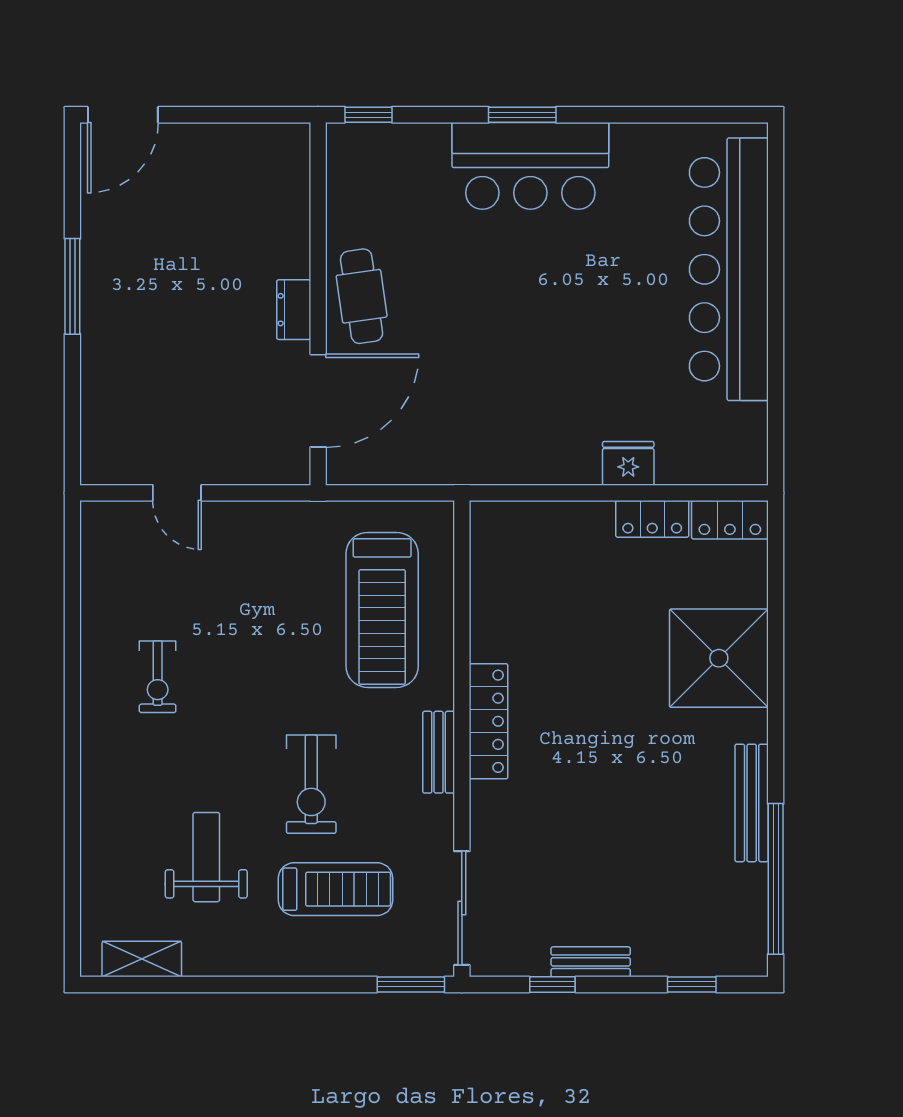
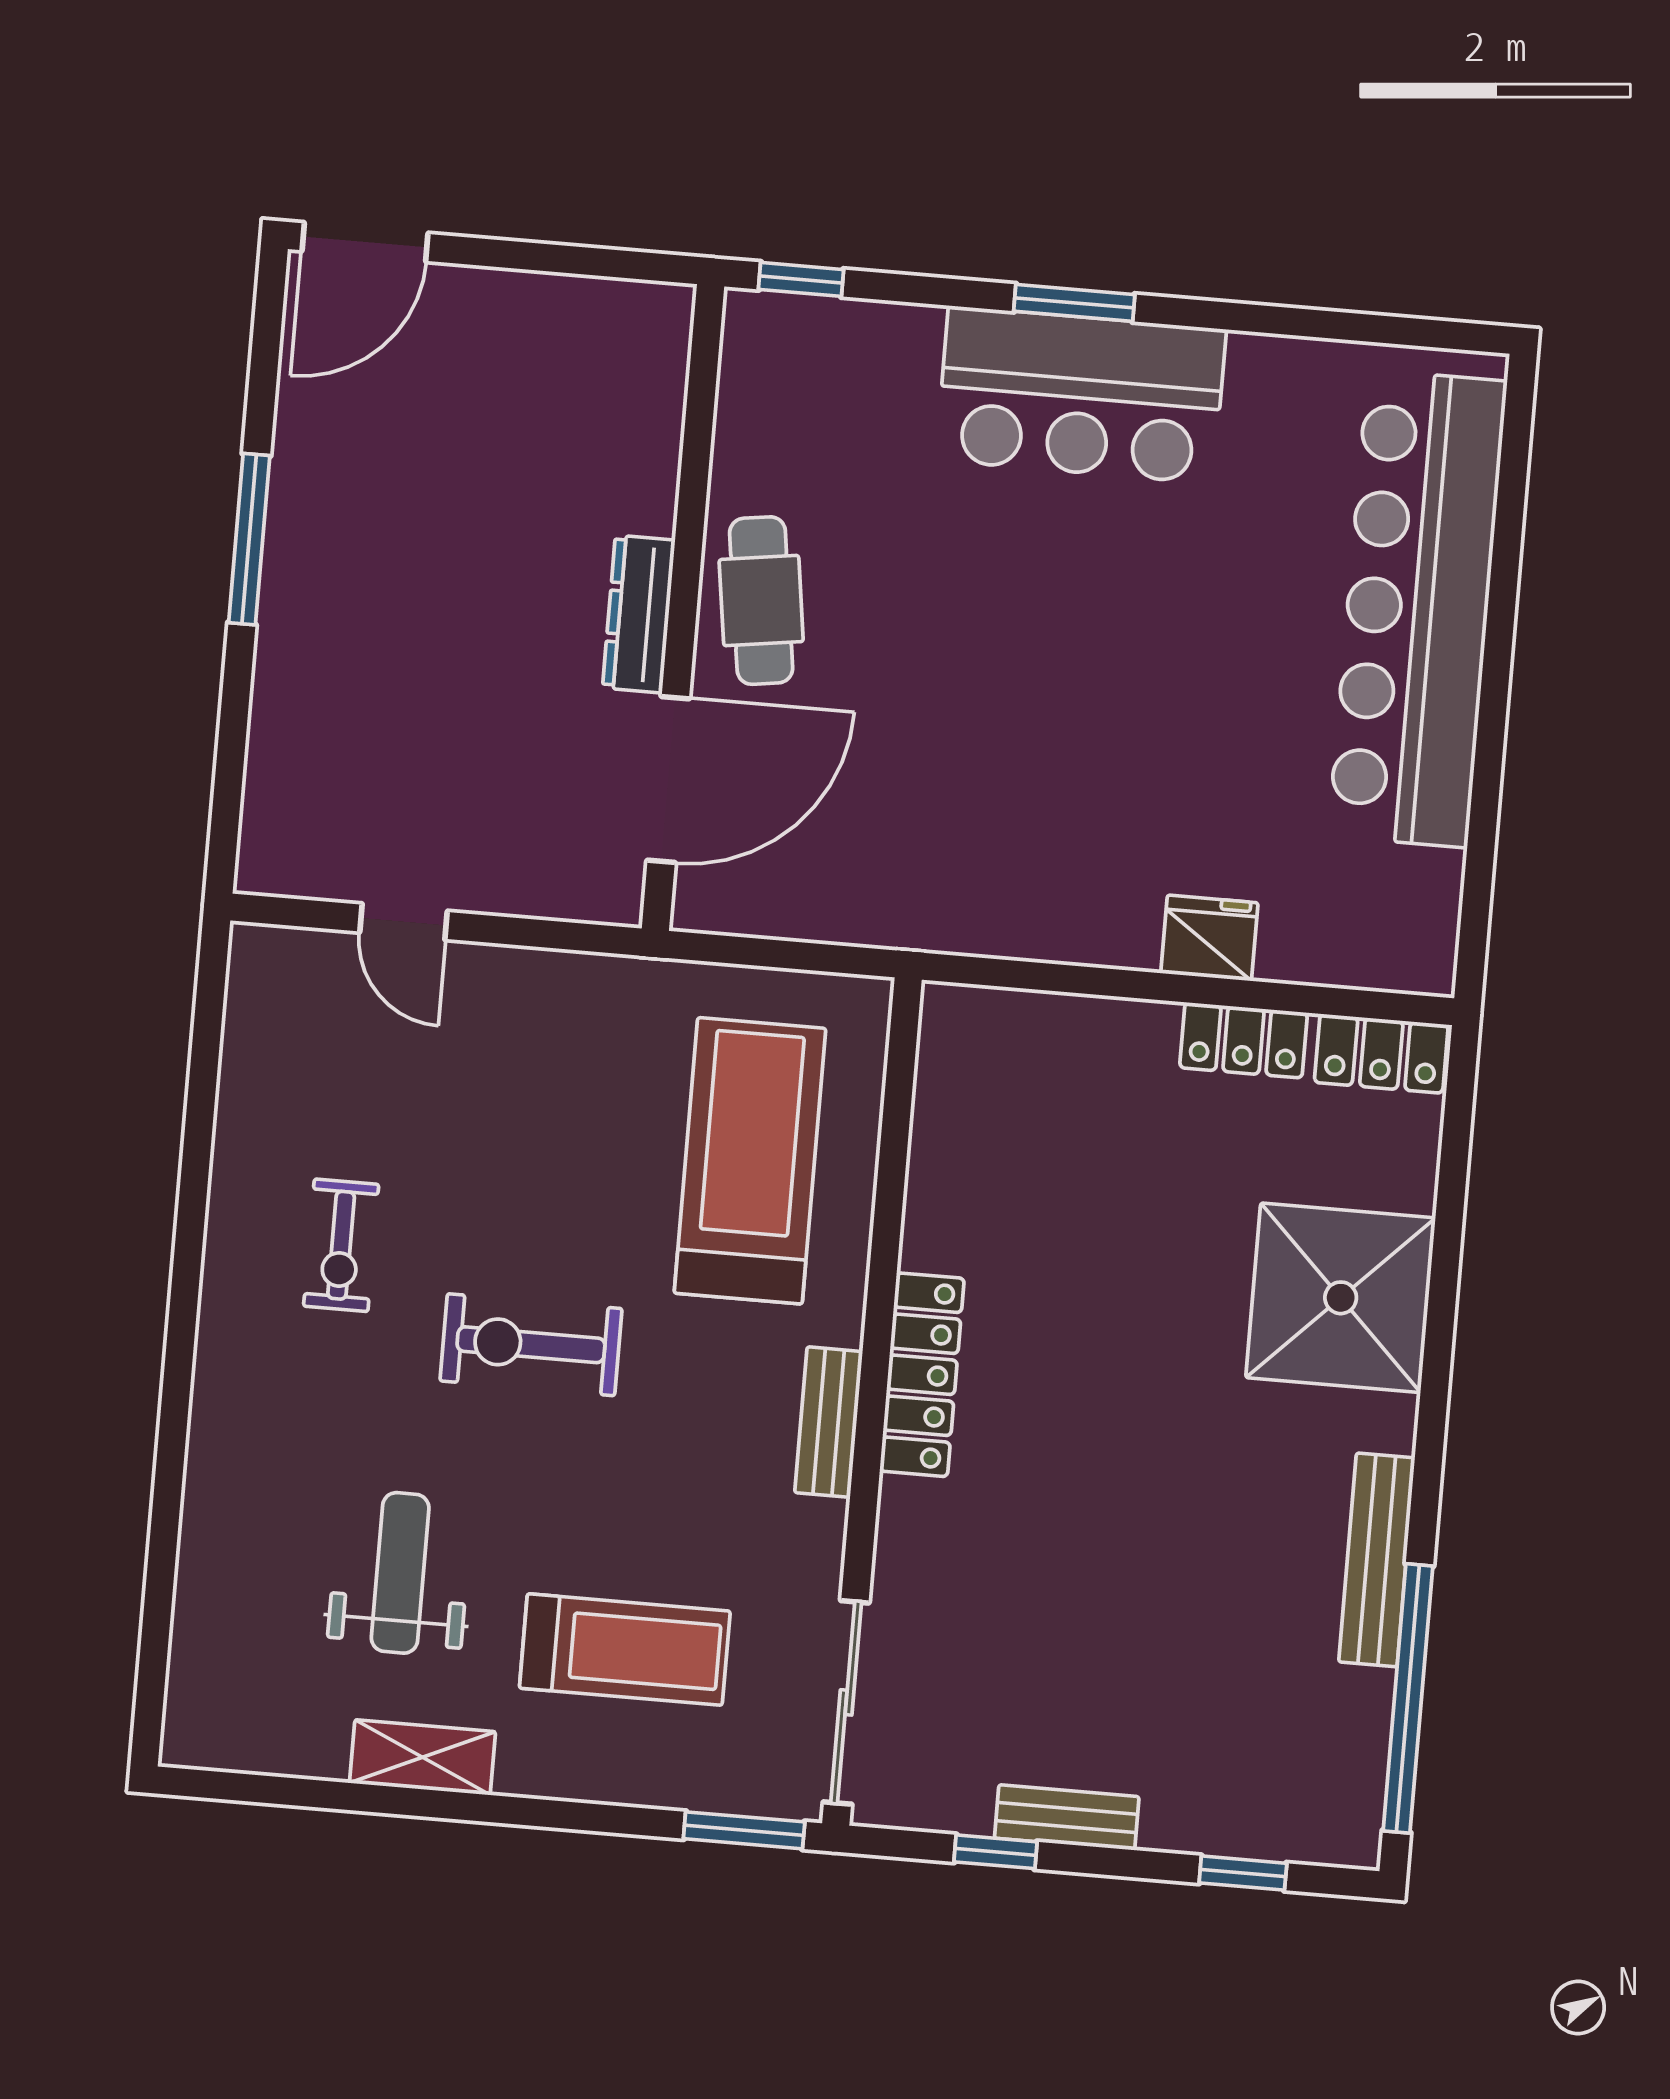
dresser: (294, 310) -> (639, 614), width x1.44
treadmill: (382, 610) -> (750, 1161), turned 180
exercise bike: (311, 784) -> (531, 1345), moved, turned 90
shelving: (142, 959) -> (423, 1757), moved

